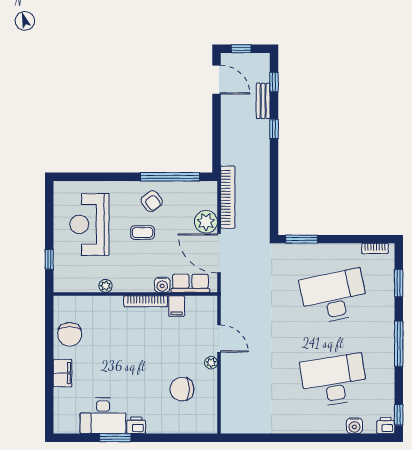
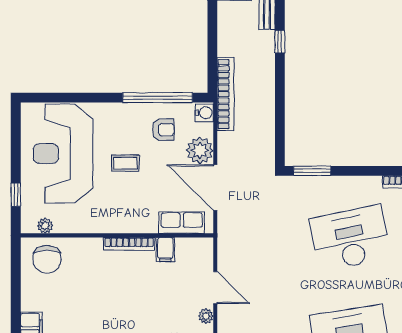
bookcase: (228, 197) -> (226, 94), moved
armchair: (152, 201) -> (163, 130), moved, turned -54
reception desk: (89, 224) -> (63, 154), width x1.36, depth x1.30
water cooler: (162, 285) -> (204, 113), moved, turned -90
plant: (106, 286) -> (45, 226), moved
chair: (70, 334) -> (47, 259), moved

